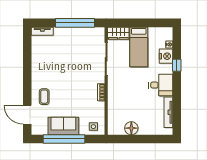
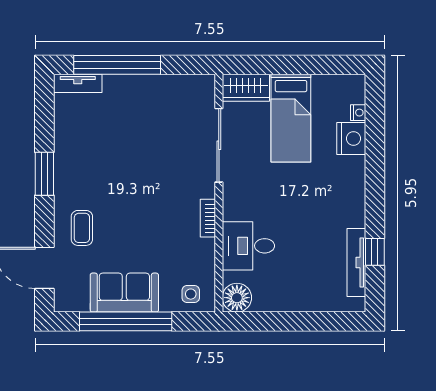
window: (75, 23) -> (117, 65), moved
window: (177, 65) -> (375, 252), moved
window: (27, 72) -> (44, 174), added
desk: (161, 85) -> (248, 246), moved, turned 180
floor lamp: (131, 128) -> (237, 298), moved

